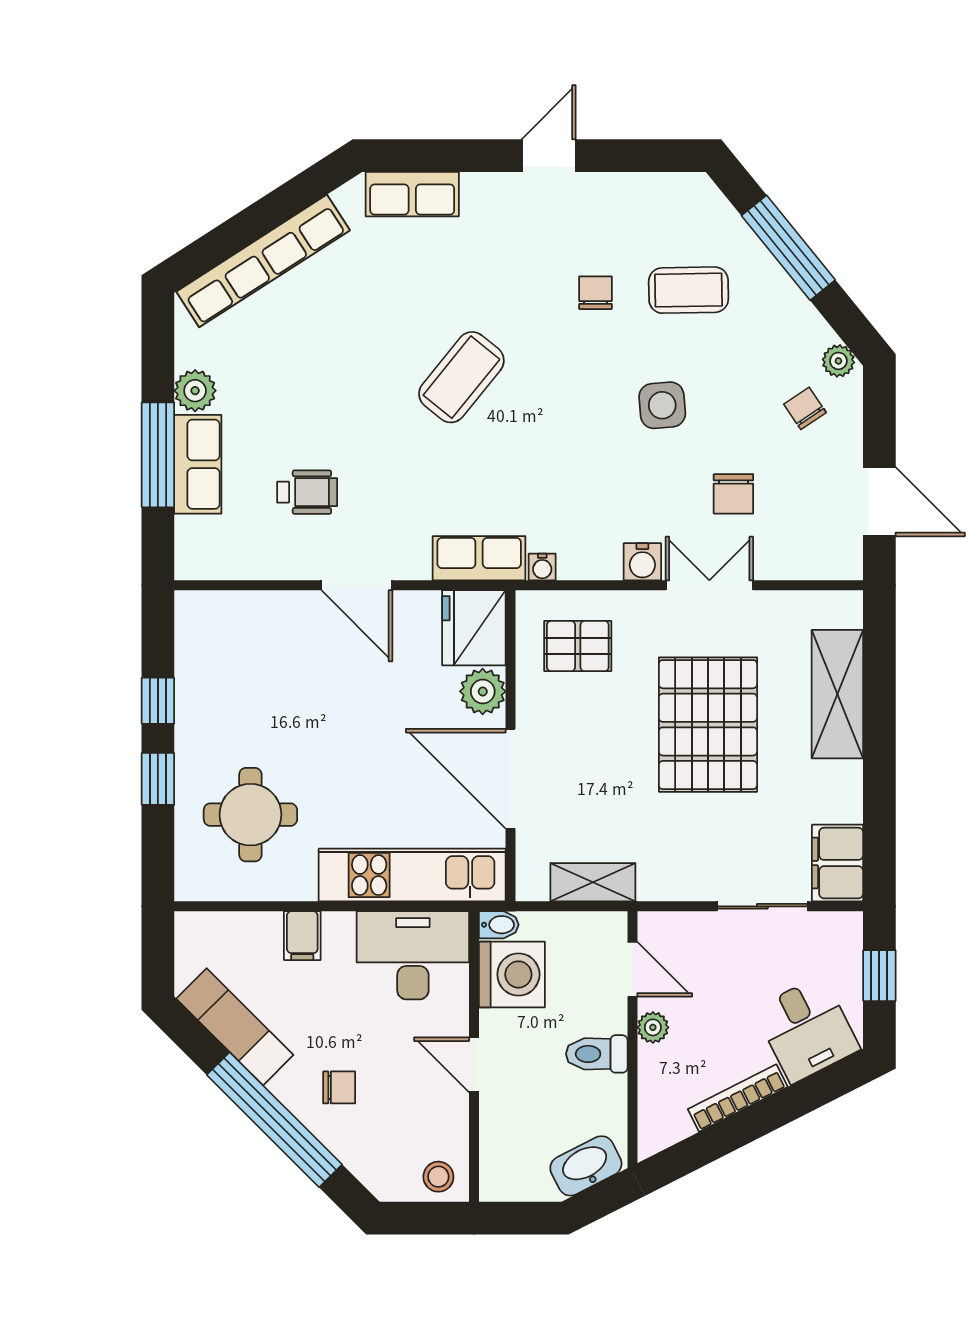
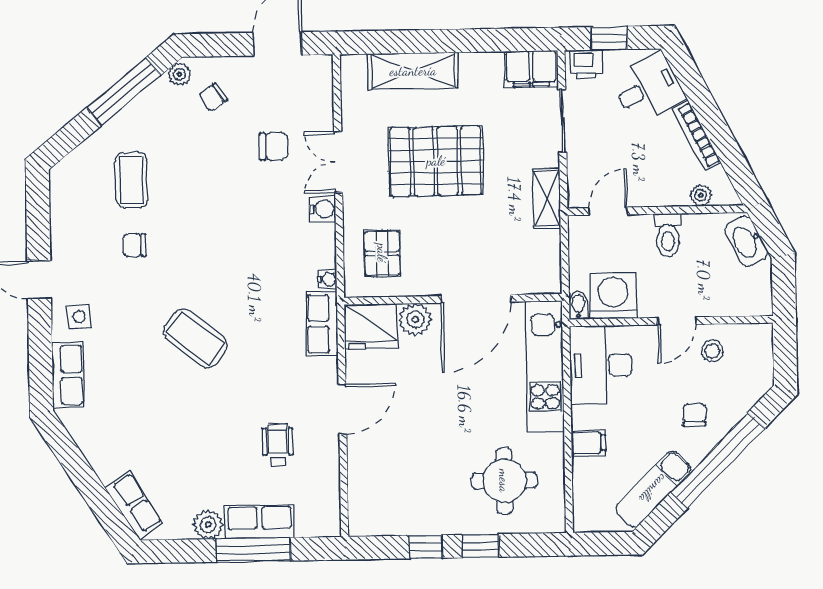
window: (788, 248) -> (123, 92), moved
row of seats: (263, 261) -> (134, 505), width x0.50
side table: (662, 405) -> (79, 317), moved, width x0.73, depth x0.73
shelving: (593, 882) -> (547, 198), moved
printer: (843, 942) -> (586, 64), added
plant: (653, 1027) -> (701, 195), moved
stool: (438, 1177) -> (712, 351), moved

